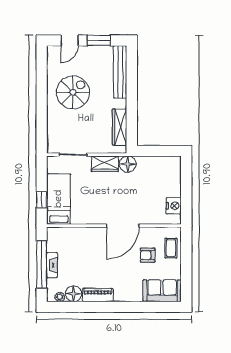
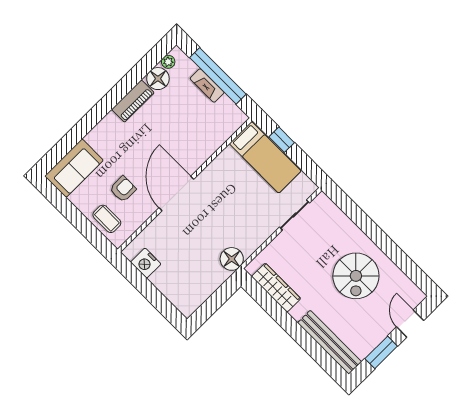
wardrobe: (105, 164) -> (255, 237), removed

